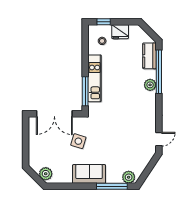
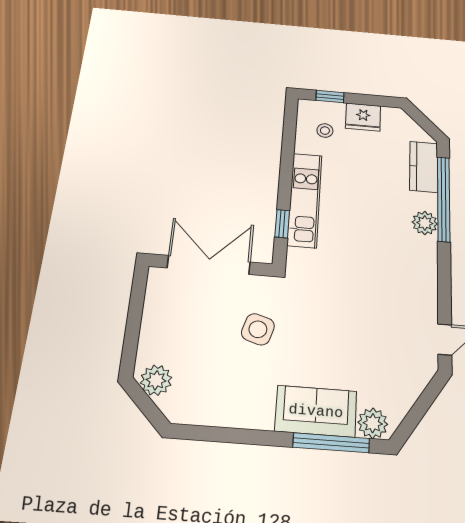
window: (85, 91) -> (282, 224), width x0.46
double door: (54, 114) -> (209, 265), swing flipped
plant: (46, 174) -> (156, 380), moved
sofa: (89, 174) -> (316, 411), moved

